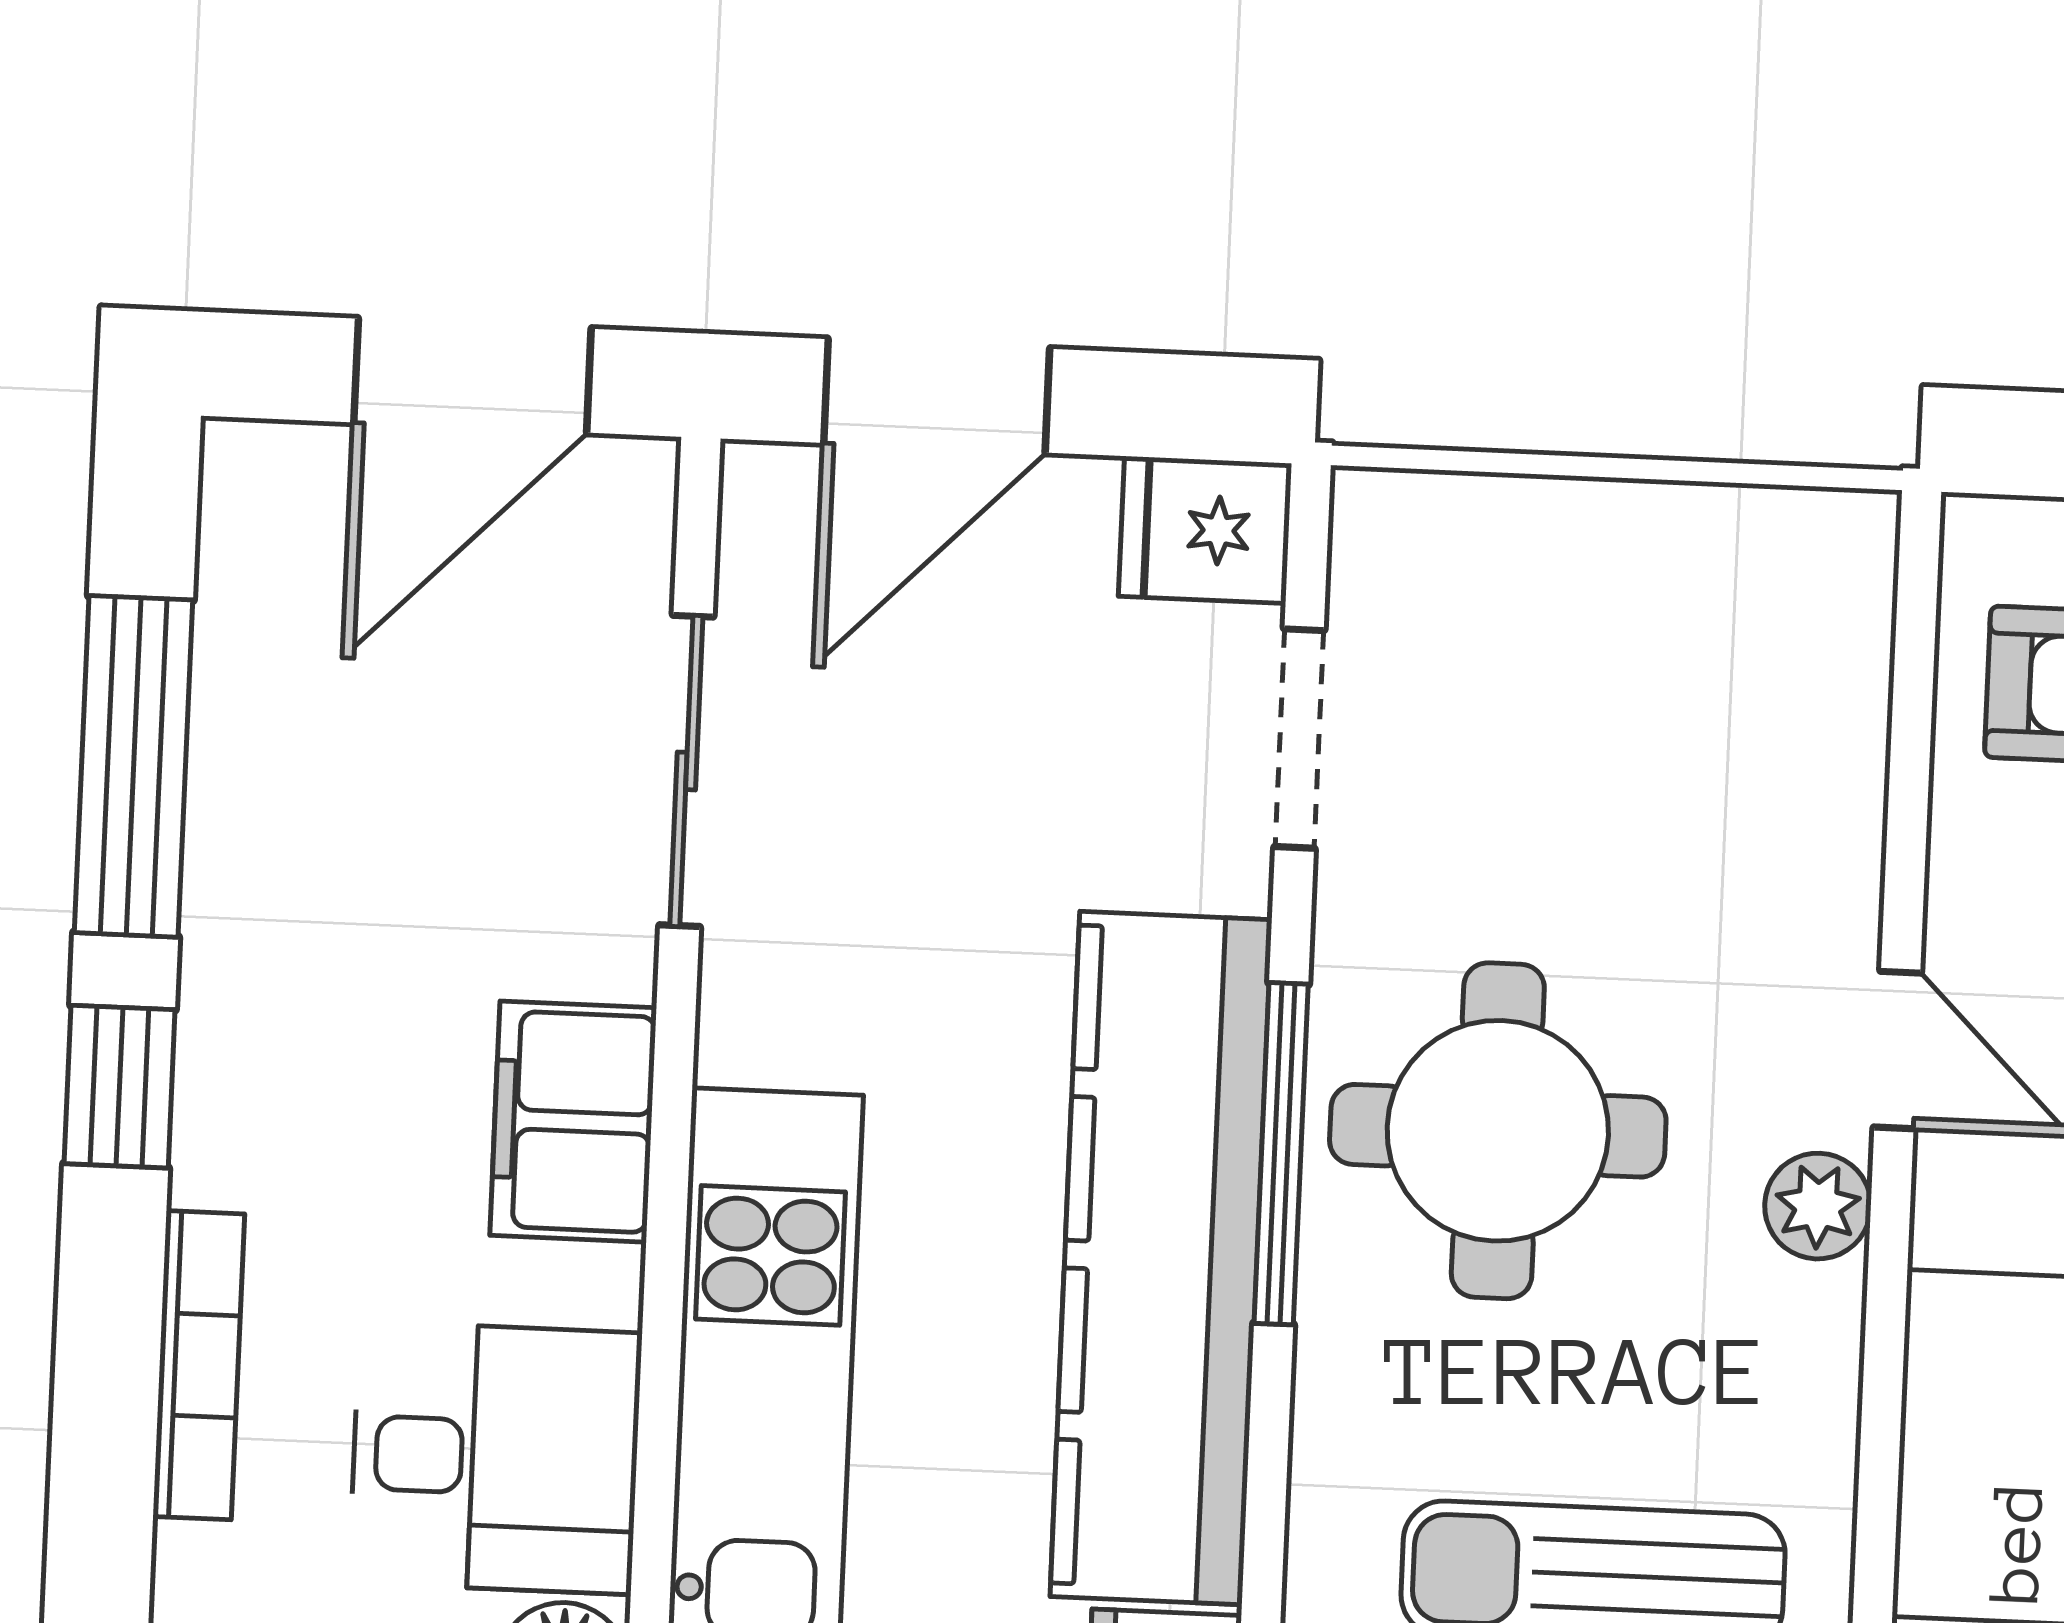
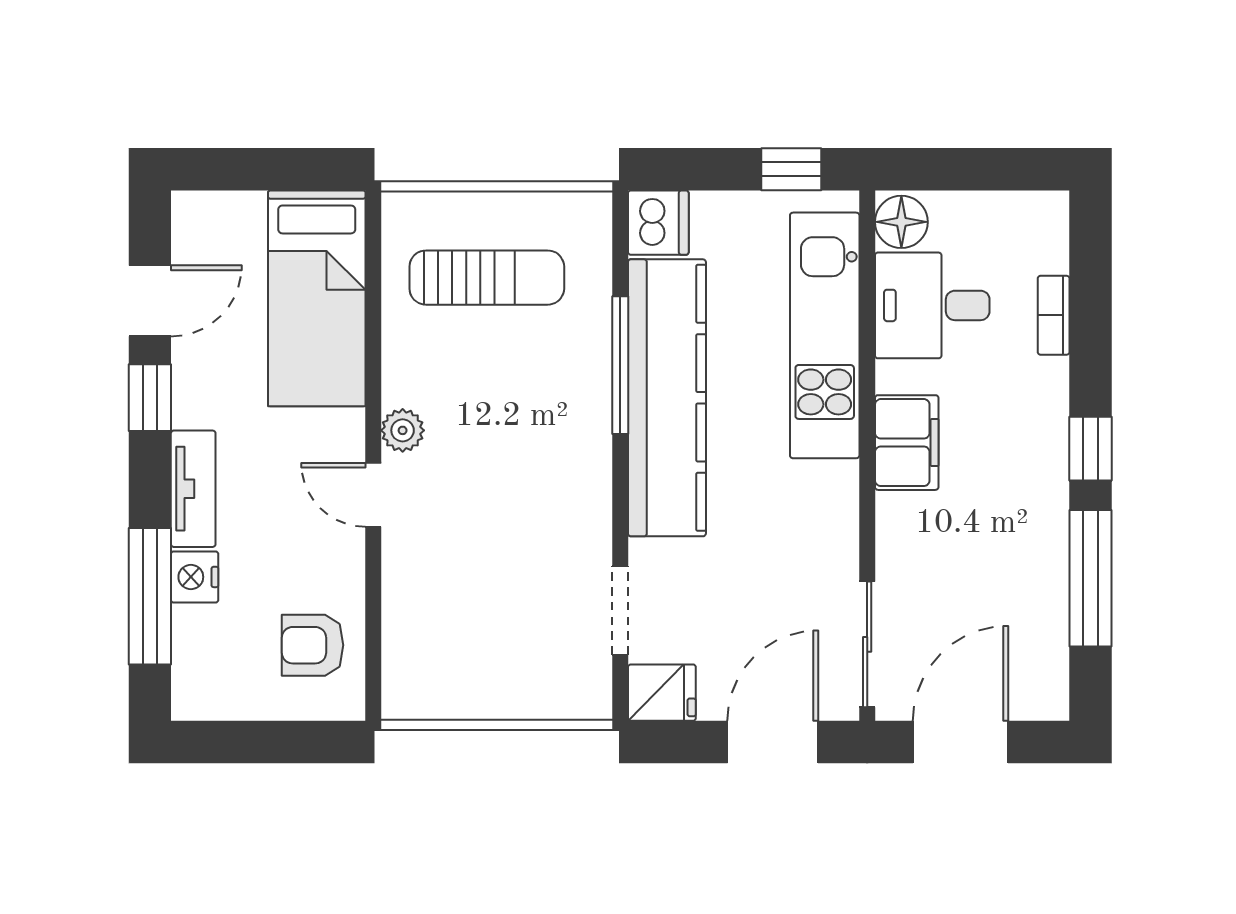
sliding door: (686, 771) -> (867, 644), moved
round table: (1498, 1131) -> (533, 455), removed
window: (1281, 1154) -> (620, 365), moved
bookcase: (199, 1365) -> (1054, 315), width x0.64

